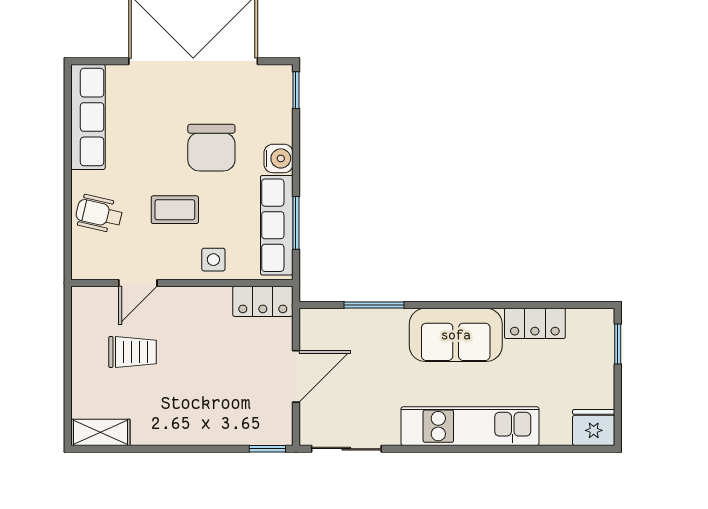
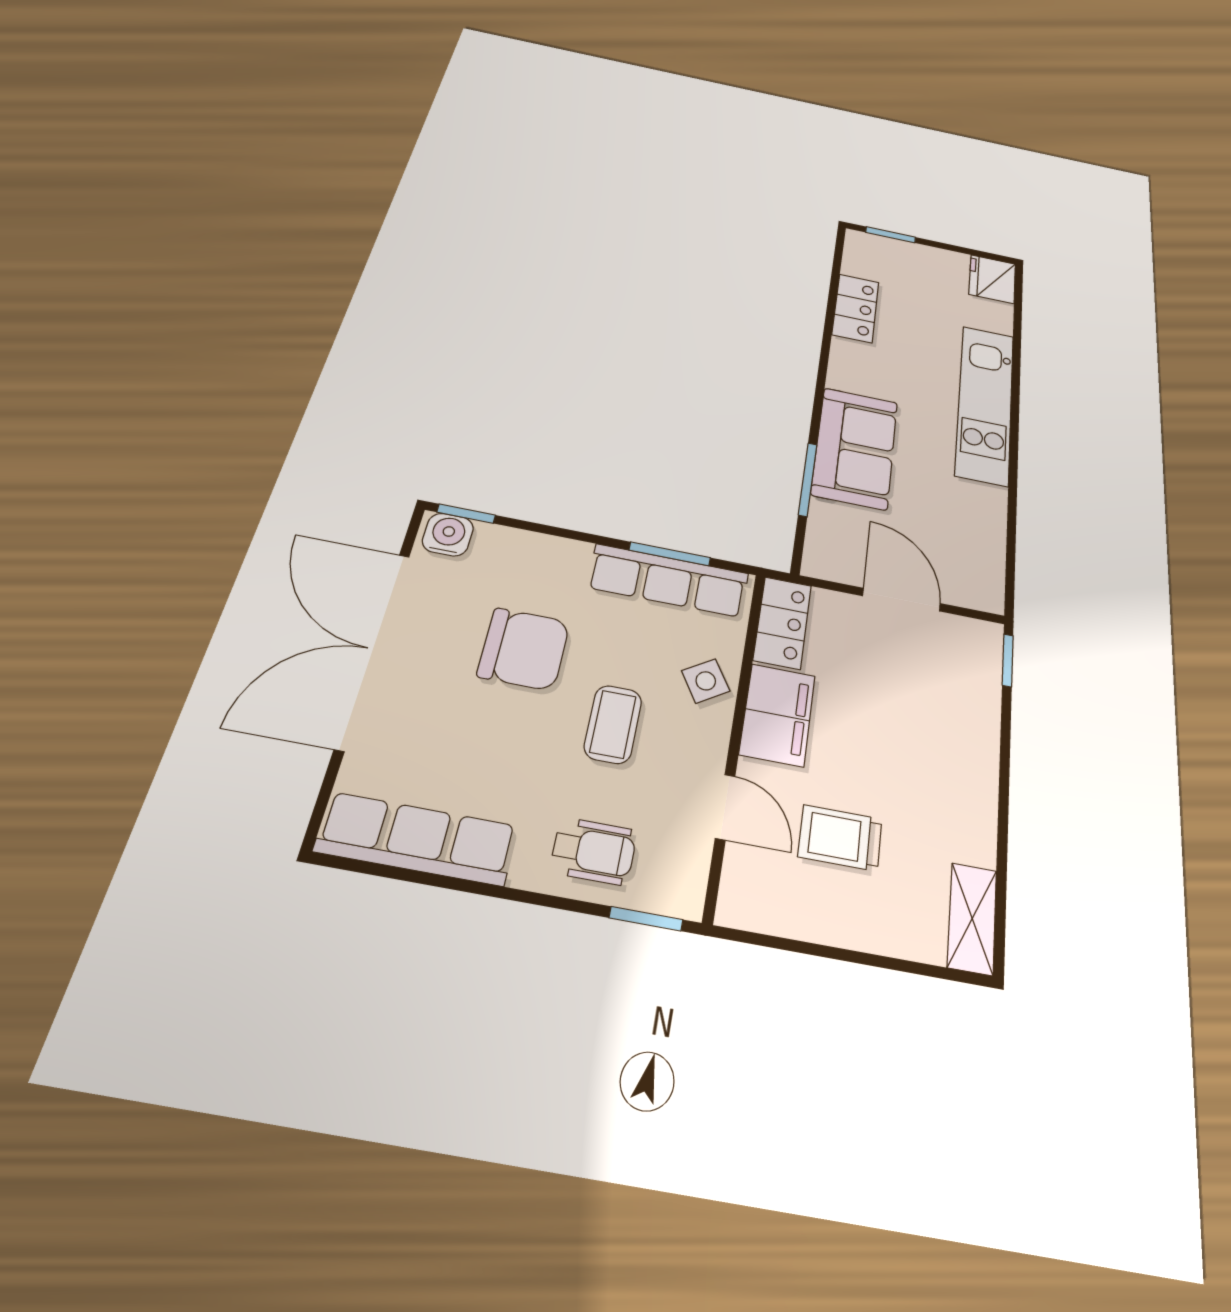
water cooler: (278, 158) -> (448, 535), moved
wheelchair: (99, 214) -> (594, 851), turned -103
window: (68, 249) -> (646, 919), added
side table: (213, 260) -> (706, 681), turned -32
filing cabinet: (200, 306) -> (777, 715), added
sofa: (456, 335) -> (855, 448), moved
trolley: (132, 352) -> (840, 838), turned -90
sliding door: (346, 449) -> (1011, 555), removed

